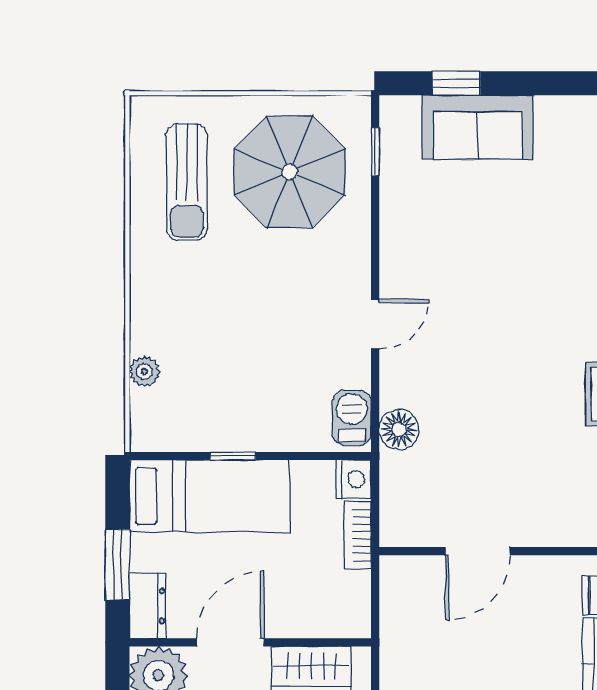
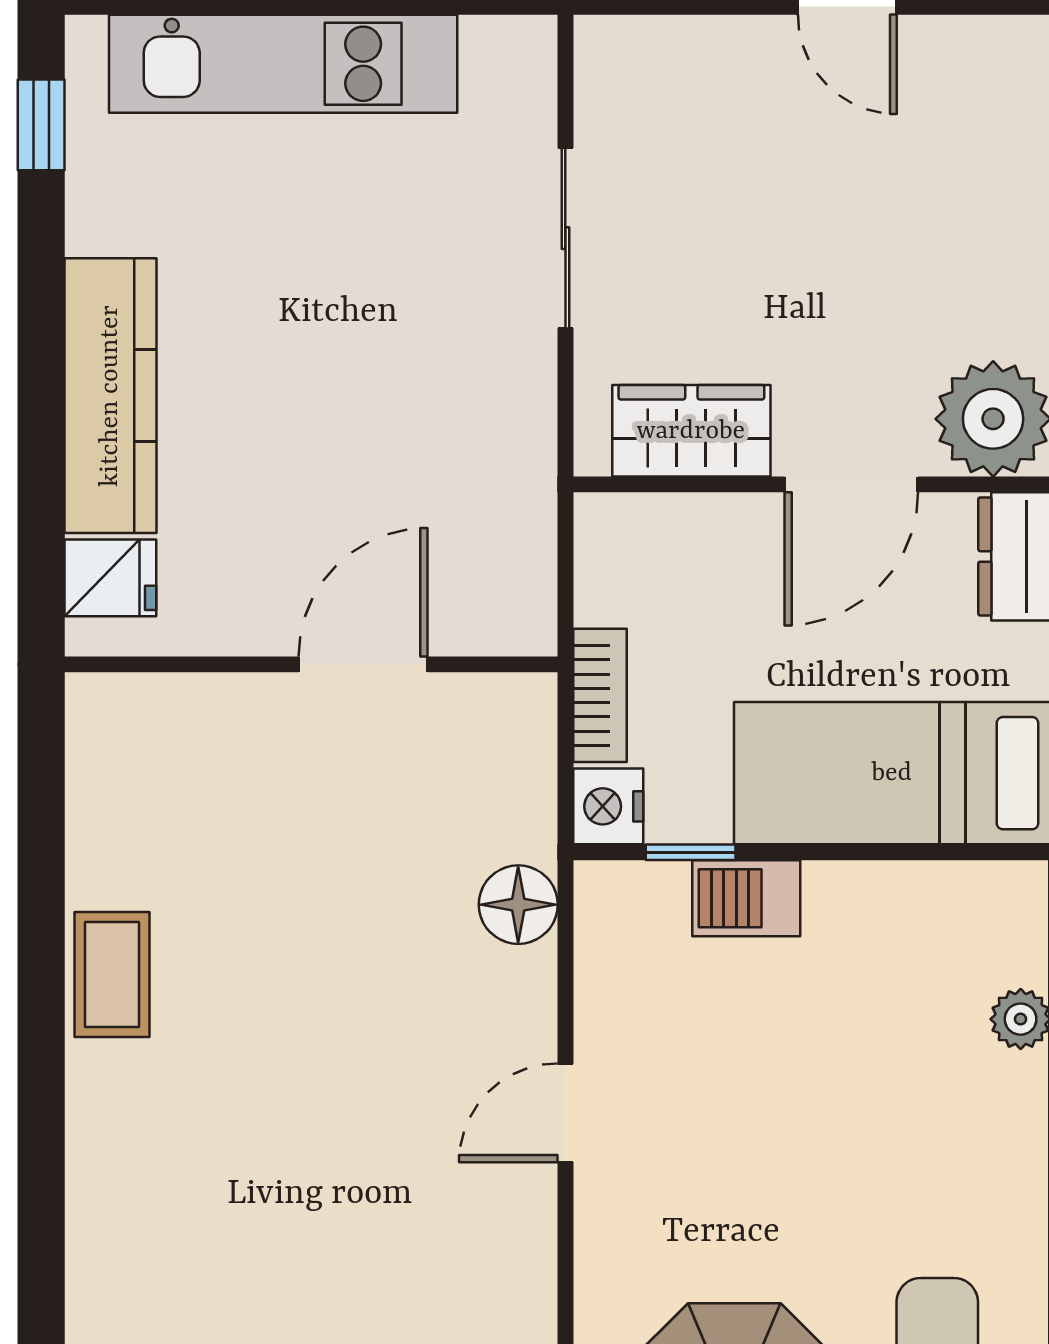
barbecue: (352, 418) -> (746, 898), moved, turned 90
window: (233, 456) -> (691, 852), moved

